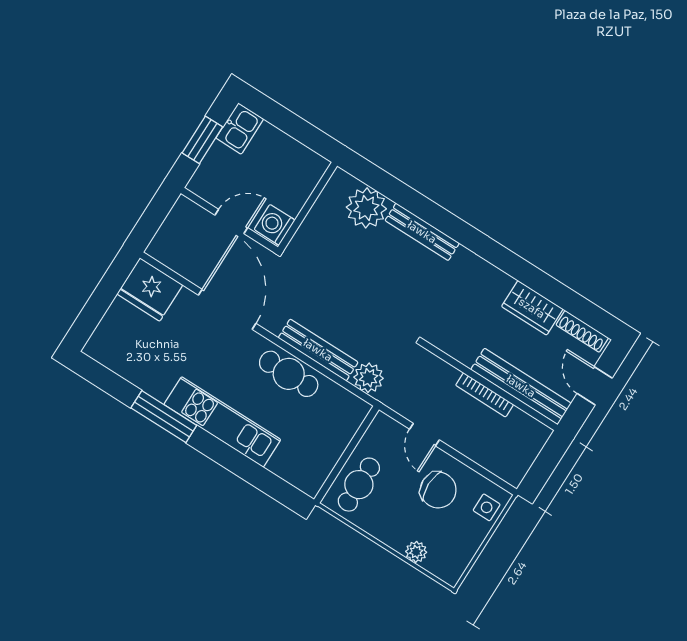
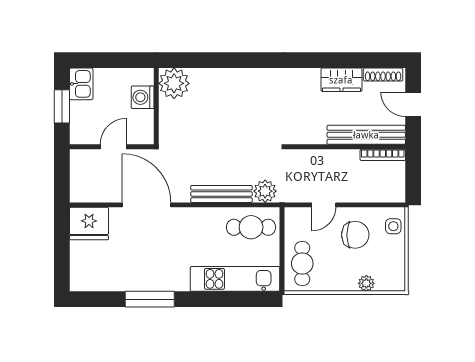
plant: (366, 208) -> (174, 83), moved
washing machine: (275, 225) -> (143, 97), moved
bench: (422, 232) -> (240, 76), removed
cafe table: (289, 374) -> (251, 227), moved
bookcase: (485, 395) -> (383, 155), moved
kitchen unit: (222, 422) -> (235, 279), moved
door: (424, 435) -> (324, 205), hinge flipped

